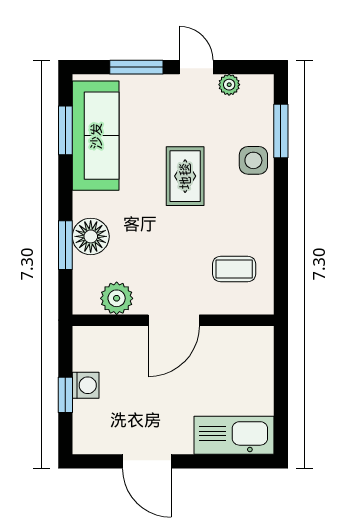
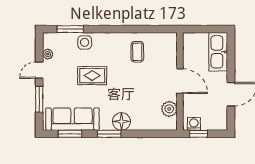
window: (65, 245) -> (109, 134), moved
plant: (117, 298) -> (169, 109), moved
wall: (173, 320) -> (180, 81), moved
door: (174, 320) -> (180, 81), moved

